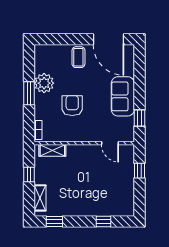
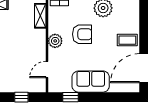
plant: (79, 134) -> (55, 41), added

